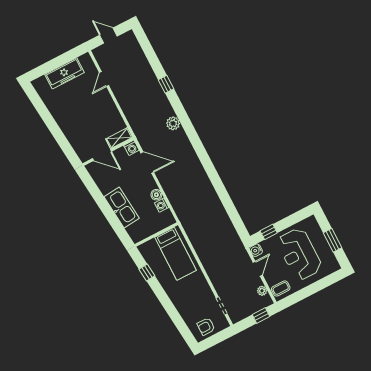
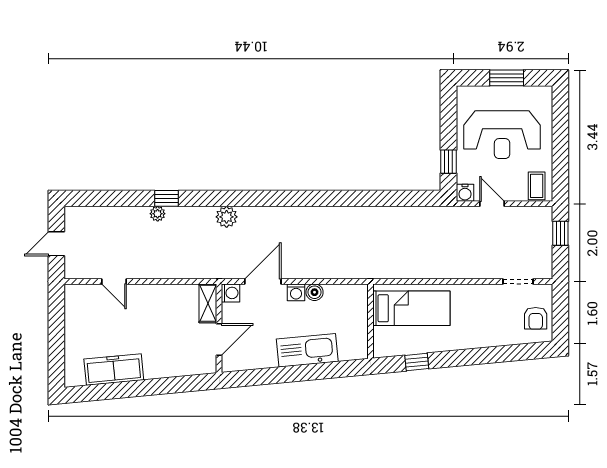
freezer: (65, 73) -> (114, 370), moved, turned -95
washing machine: (162, 205) -> (296, 292), moved
plant: (262, 291) -> (158, 214), moved

